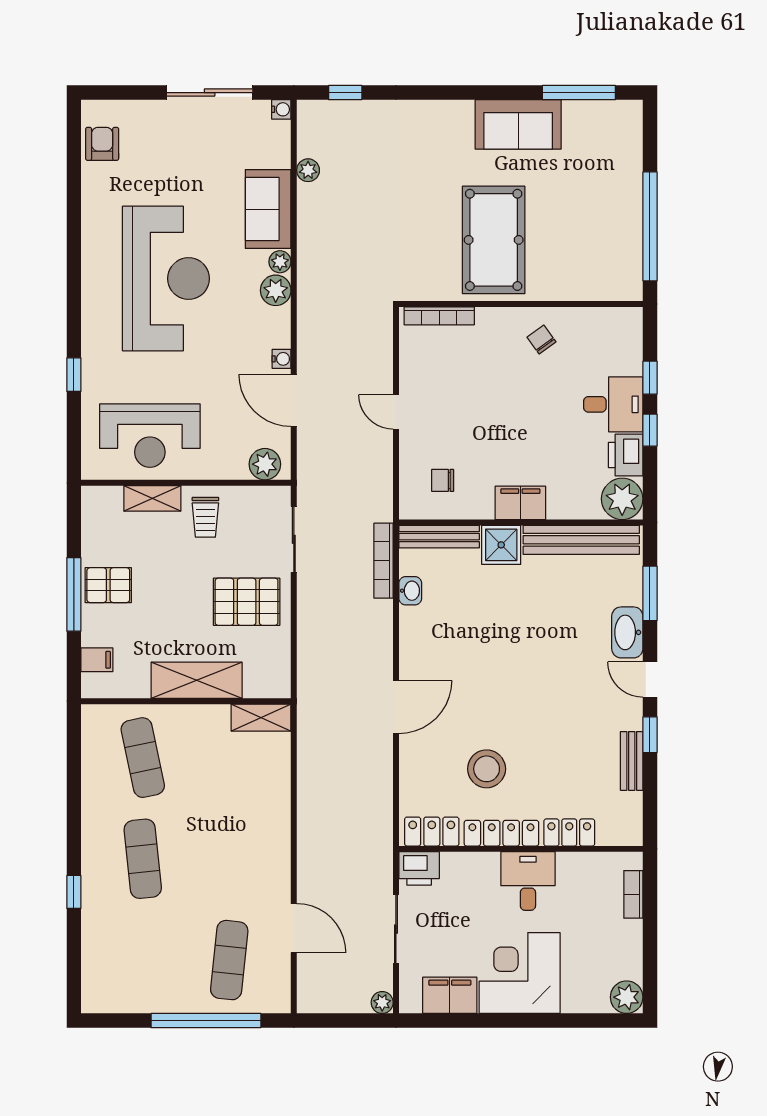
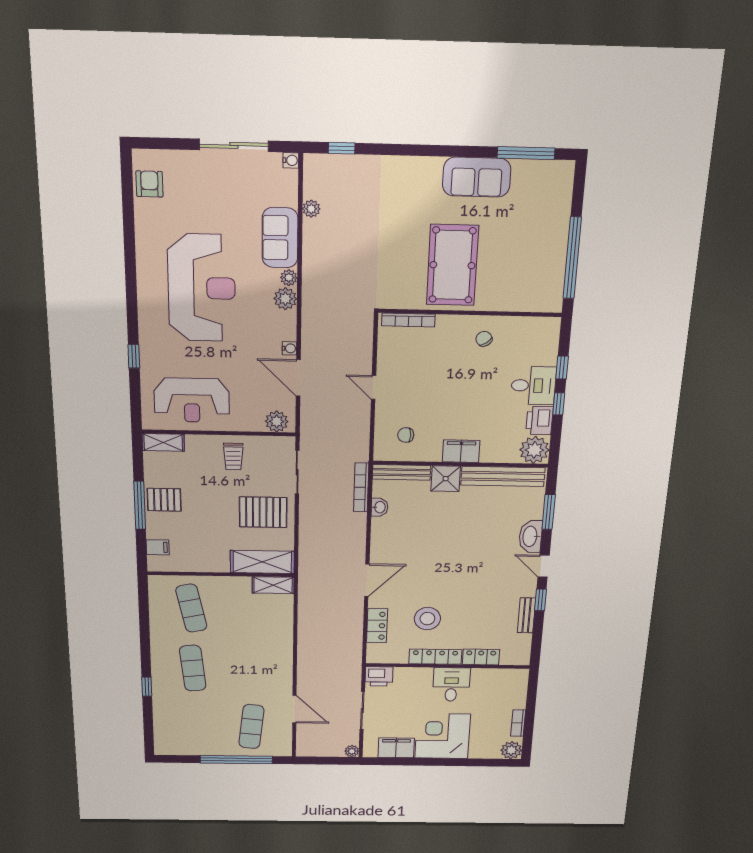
shelving: (152, 498) -> (163, 442), moved
shelving: (197, 680) -> (262, 562), moved
locker: (432, 832) -> (377, 626), moved, turned 90
bookcase: (633, 894) -> (518, 723), moved

